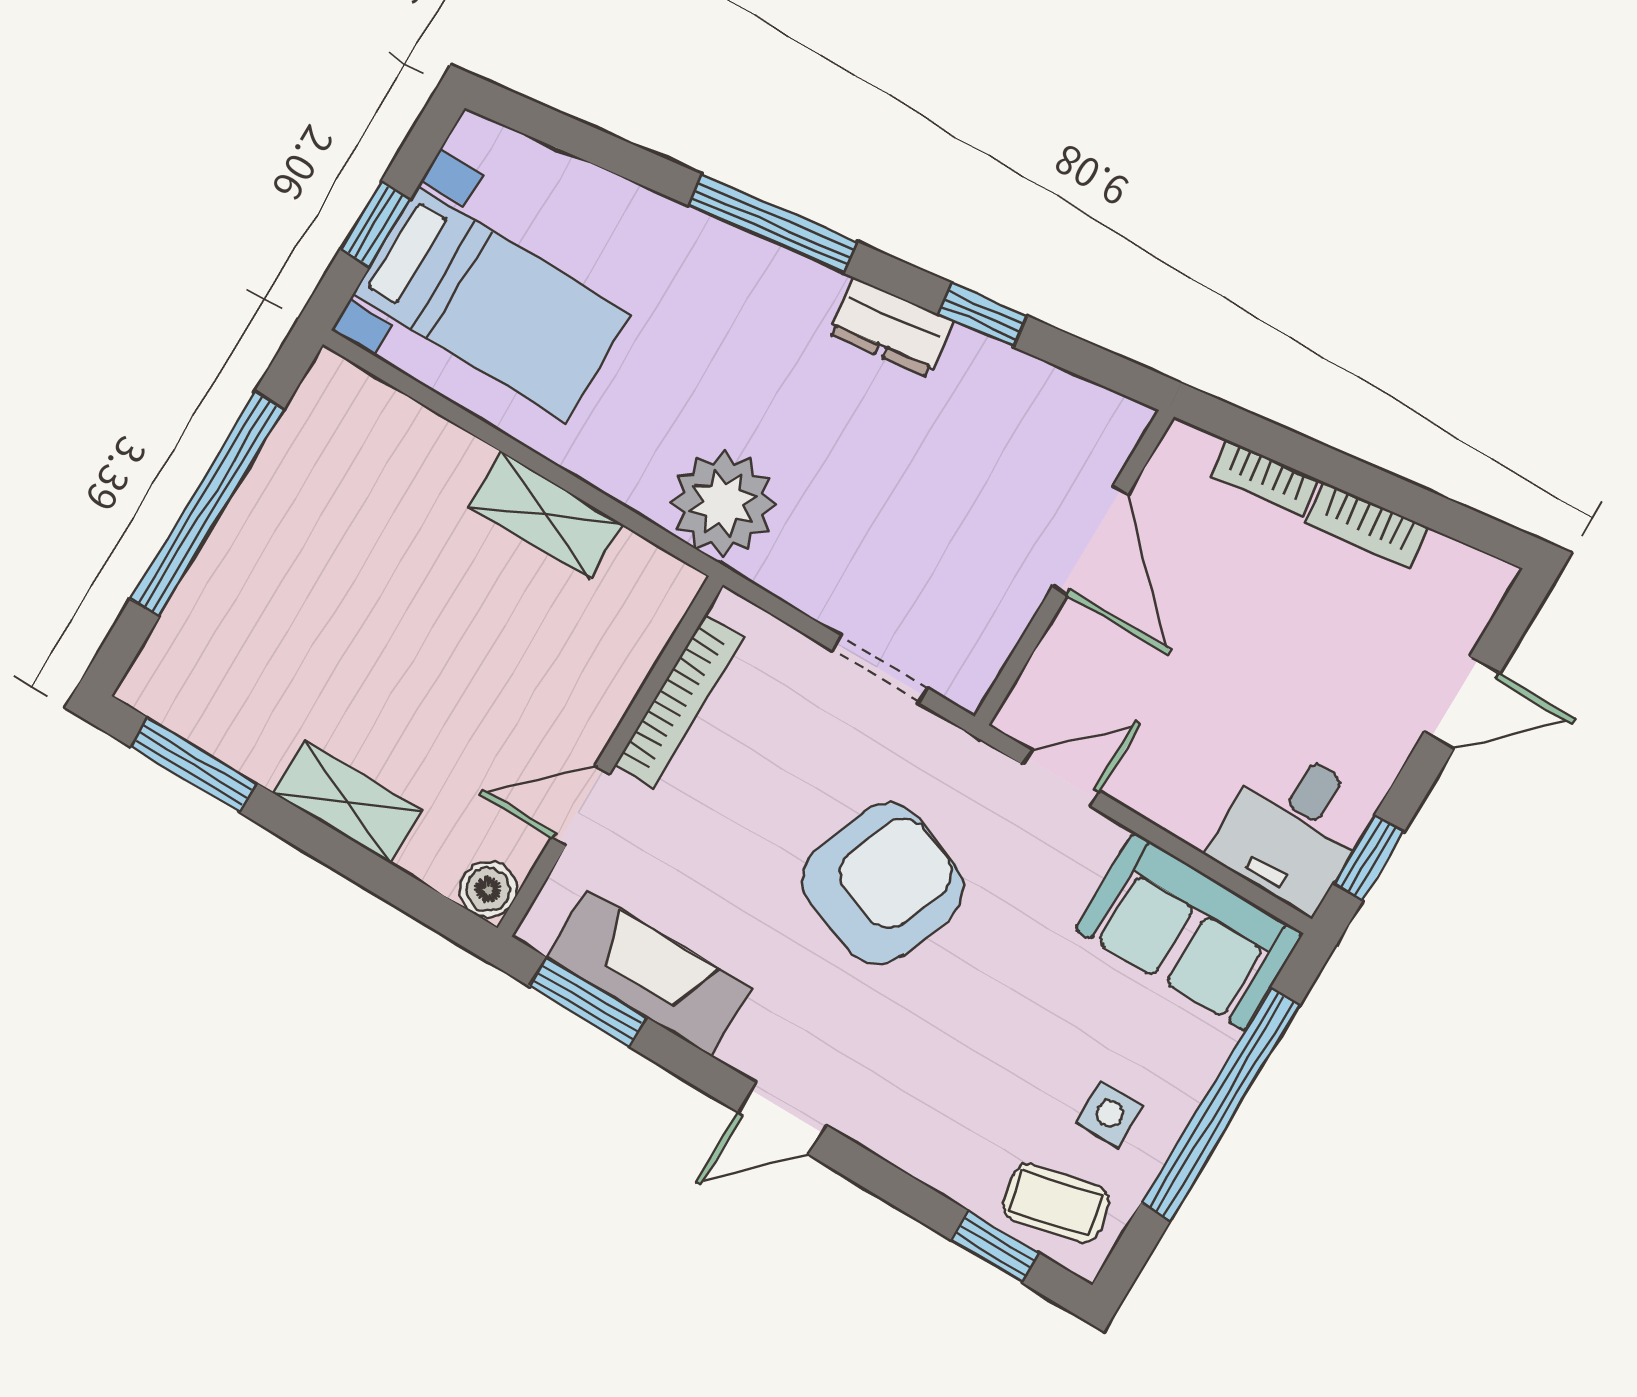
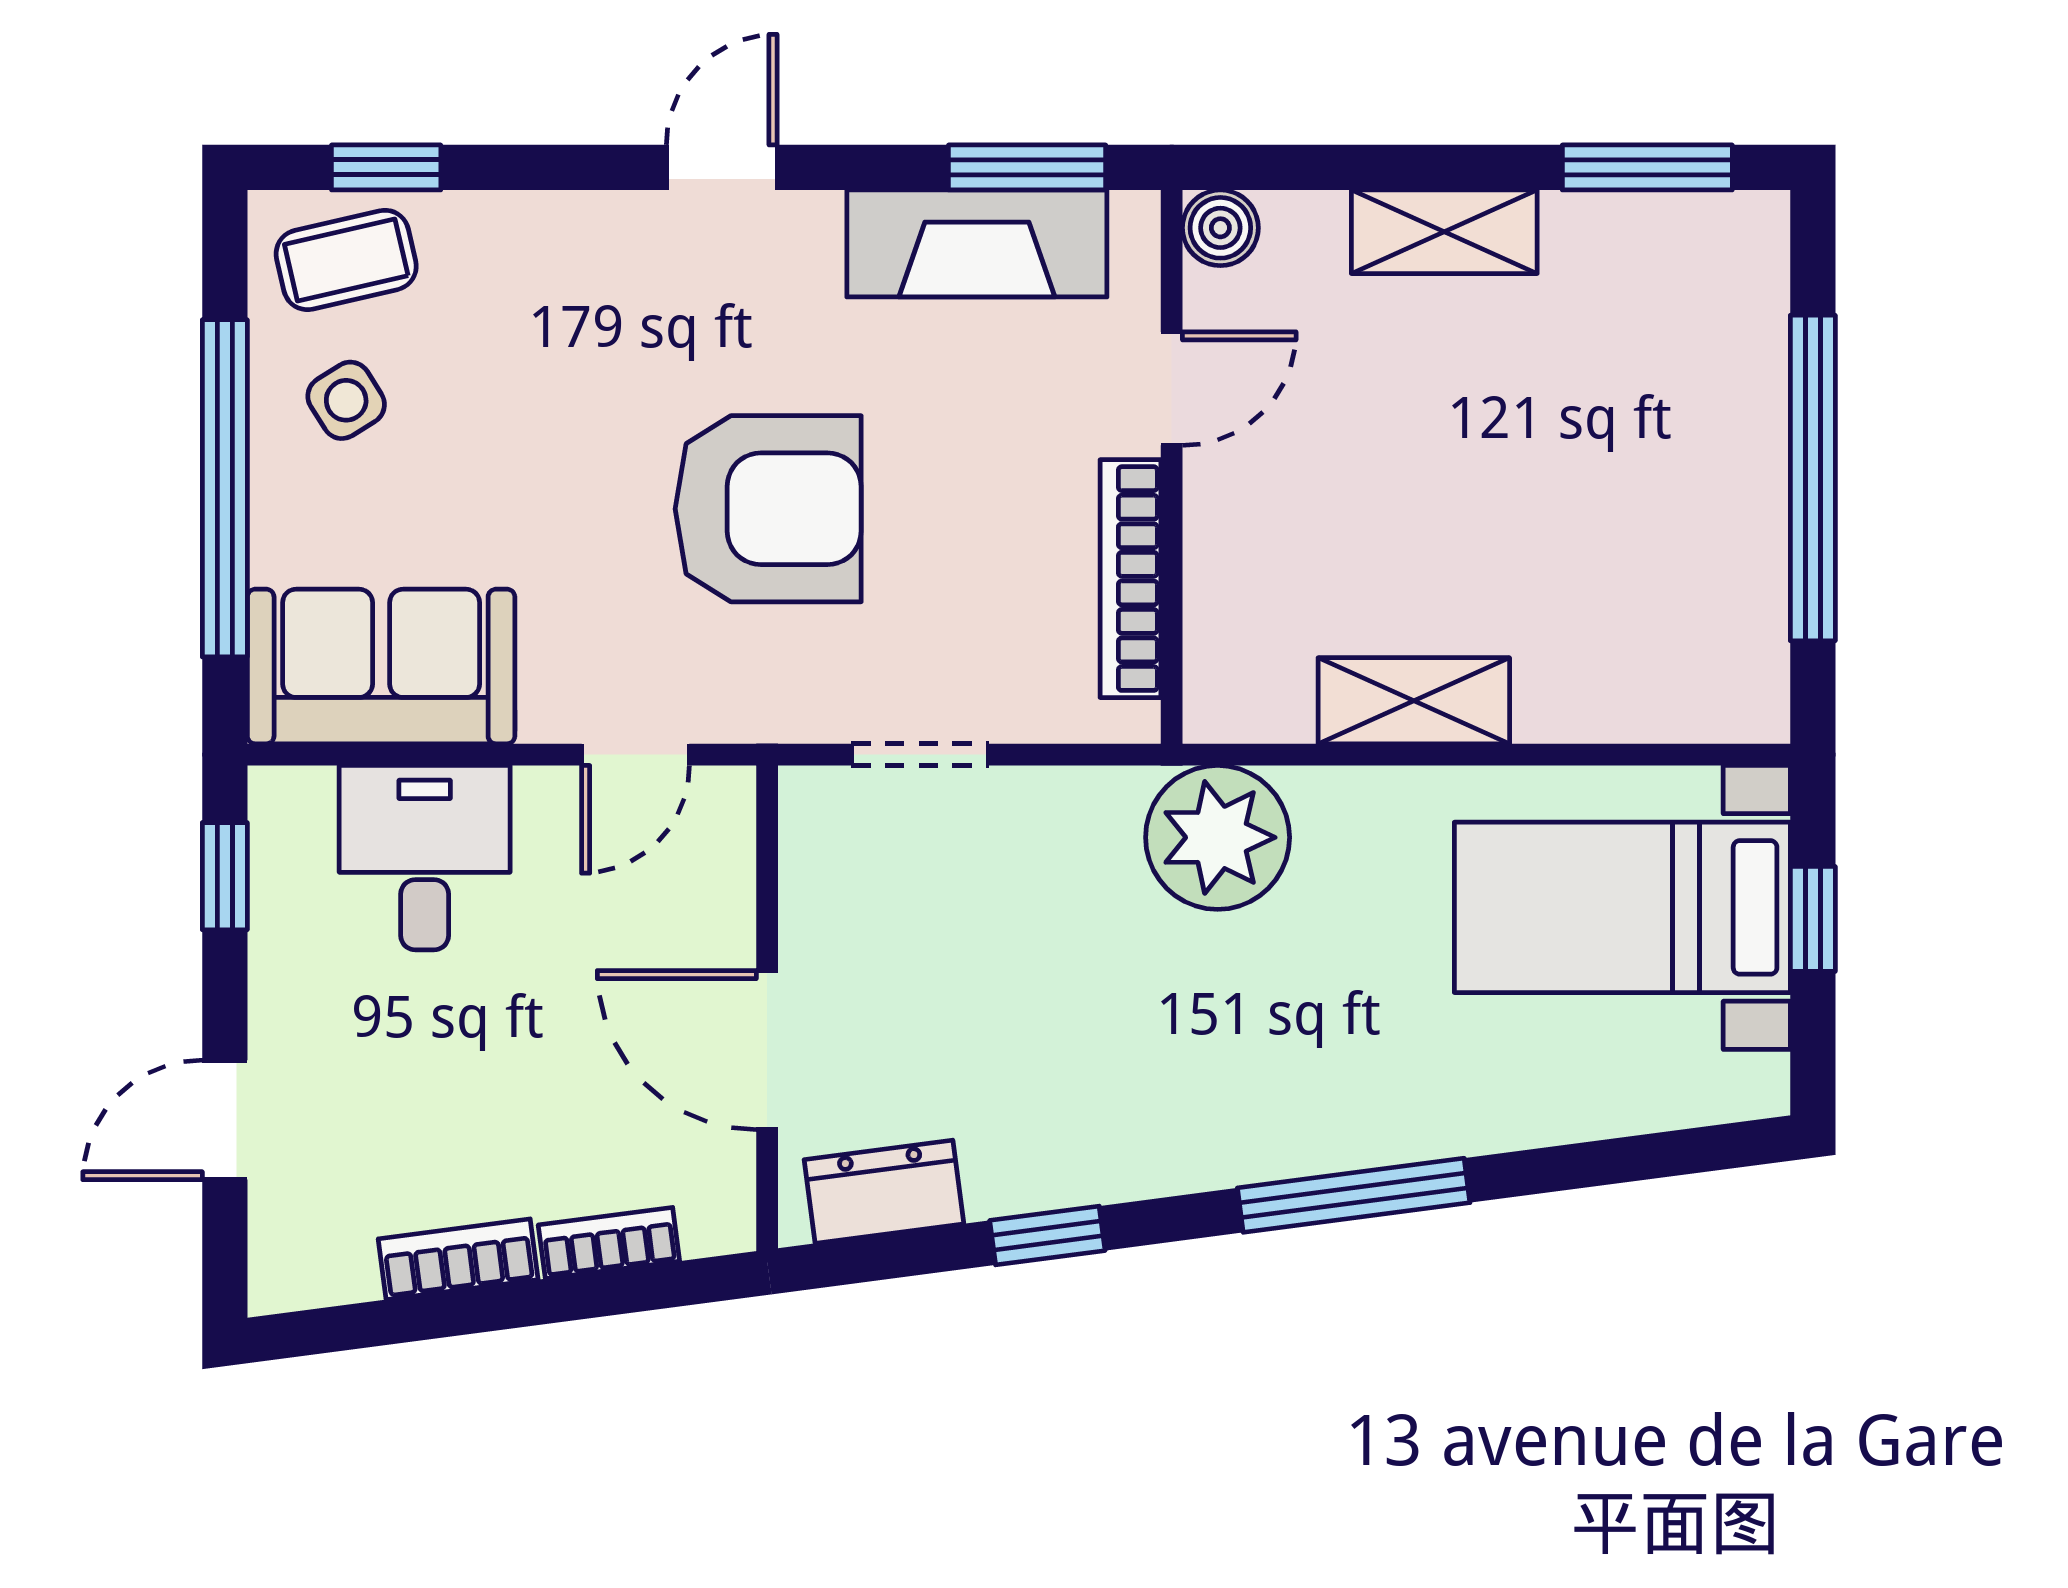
dresser: (891, 327) -> (884, 1192), moved
desk: (1293, 828) -> (425, 858), moved
armchair: (883, 884) -> (768, 509), turned -110
side table: (1110, 1114) -> (346, 400), turned -32

